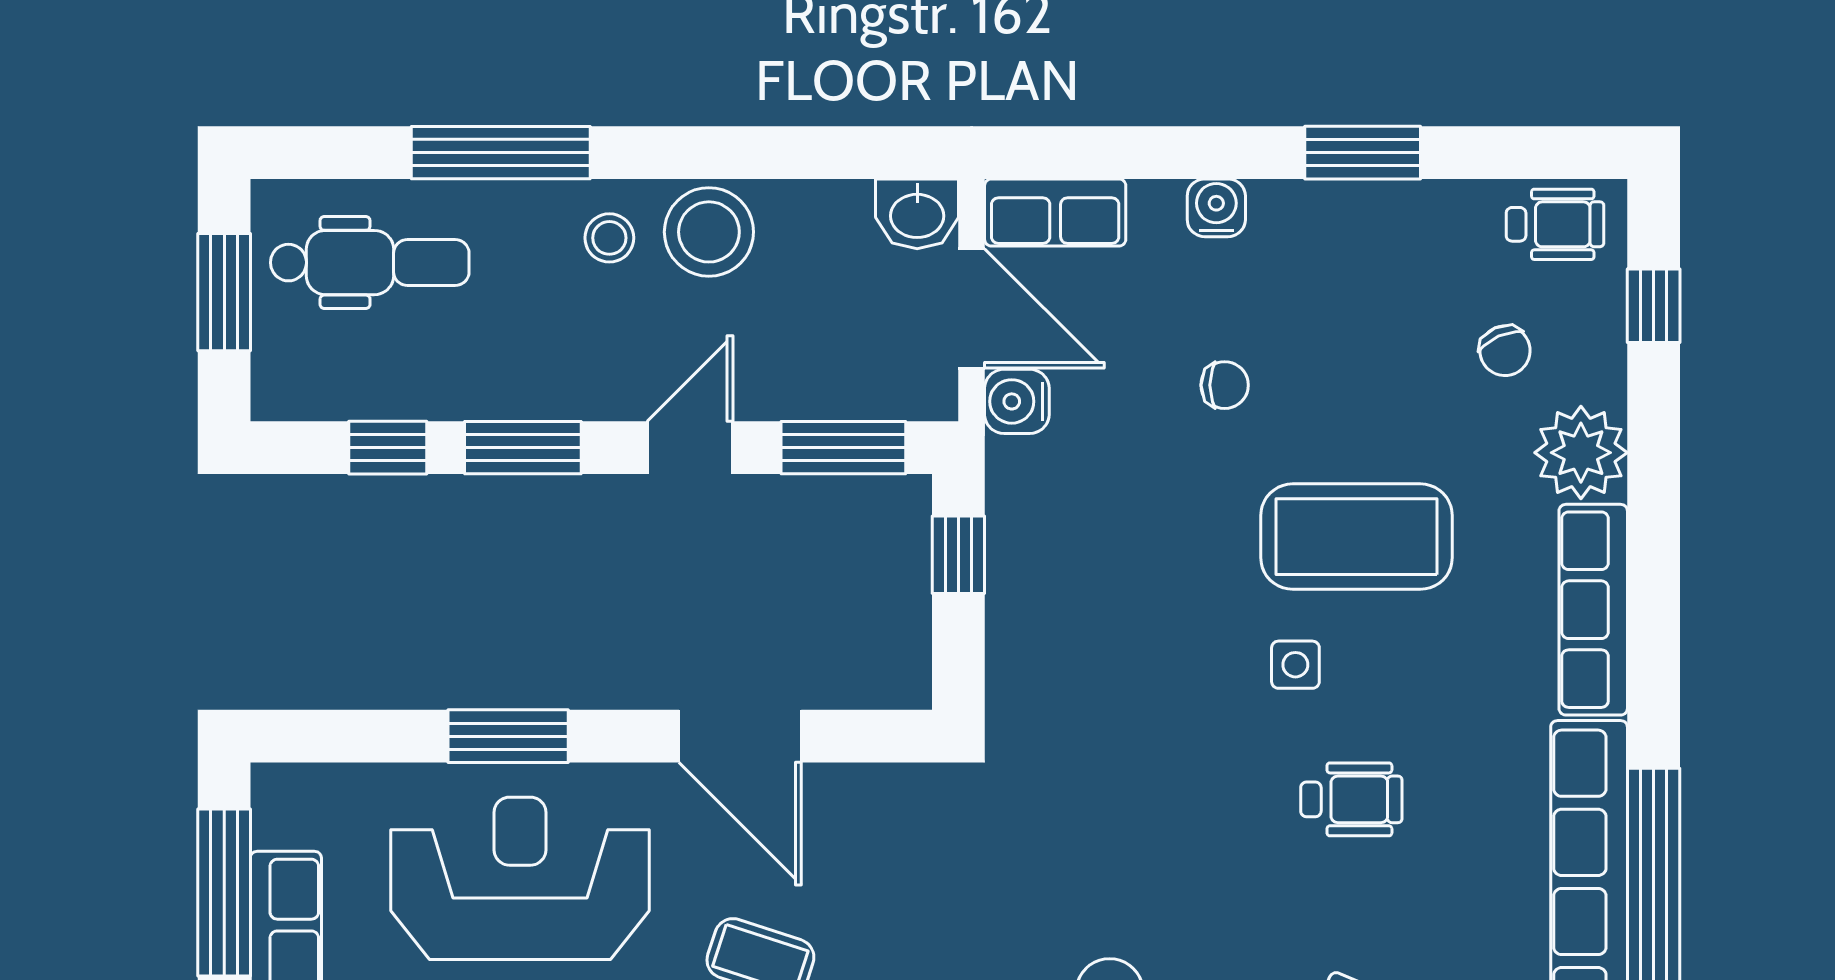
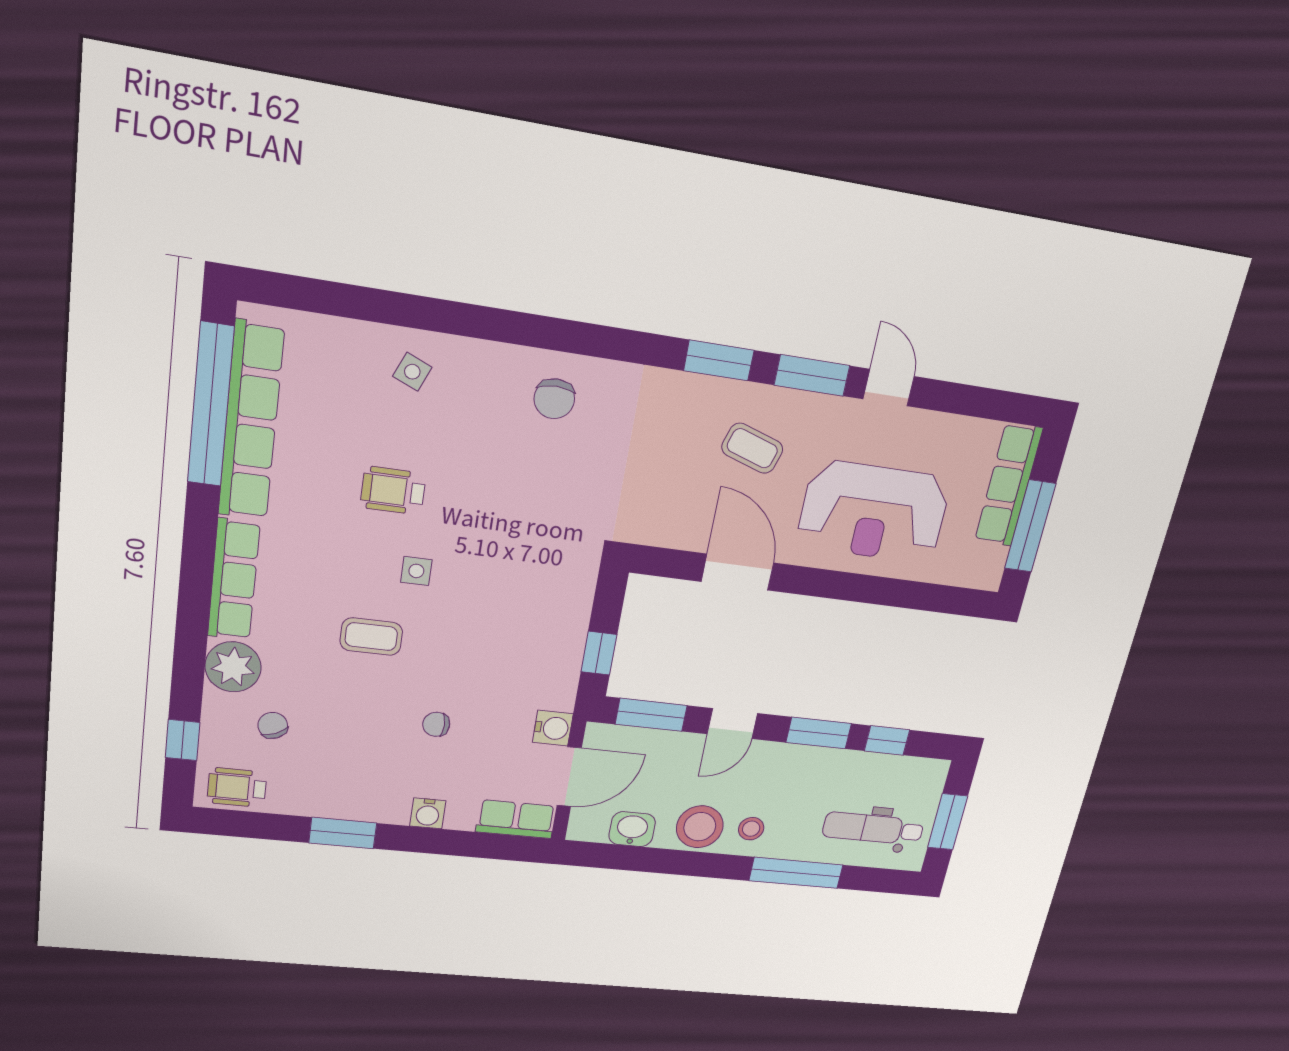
washbasin: (917, 214) -> (632, 829), moved
door: (972, 309) -> (569, 777), swing flipped
coffee table: (1357, 537) -> (371, 637), width x0.54, depth x0.58
window: (508, 736) -> (862, 588), removed

